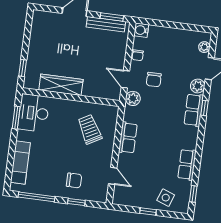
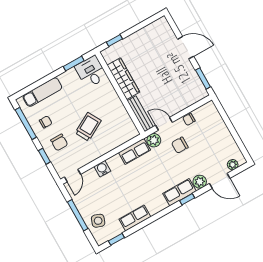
bench: (106, 24) -> (140, 114), moved
water cooler: (141, 30) -> (102, 169), moved
door: (125, 79) -> (164, 124), hinge flipped
desk: (34, 113) -> (91, 72), width x0.73
trolley: (90, 129) -> (88, 127), moved
row of seats: (128, 138) -> (134, 151), moved
door: (113, 176) -> (72, 176), moved
chair: (48, 179) -> (46, 122), added
window: (148, 211) -> (78, 215), width x2.17

